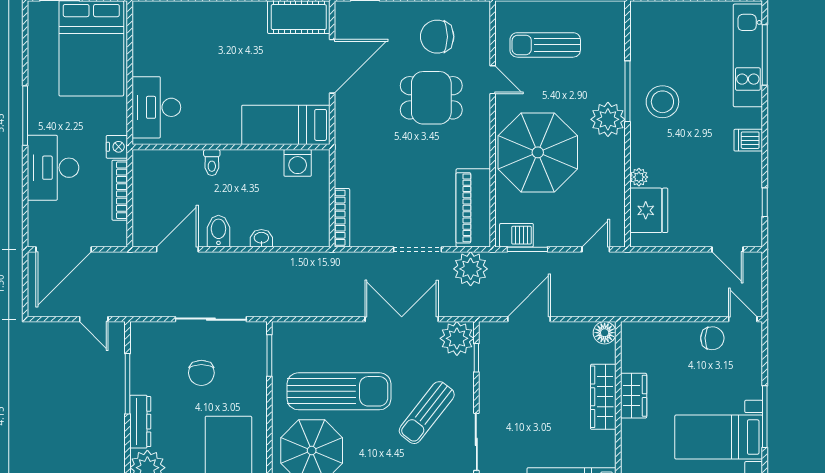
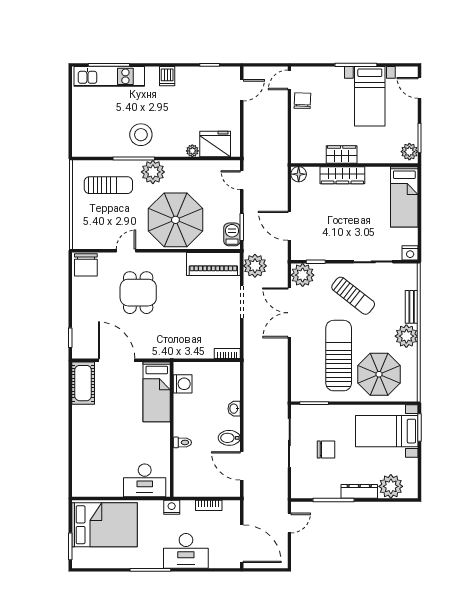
chair: (437, 37) -> (86, 265), moved
sun lounger: (545, 45) -> (108, 185), moved, turned -90
bookcase: (120, 190) -> (209, 505), width x0.64
bookcase: (342, 218) -> (227, 354), width x0.64

